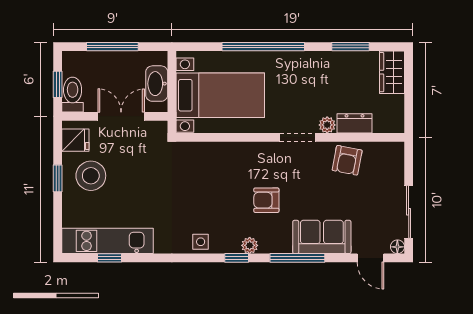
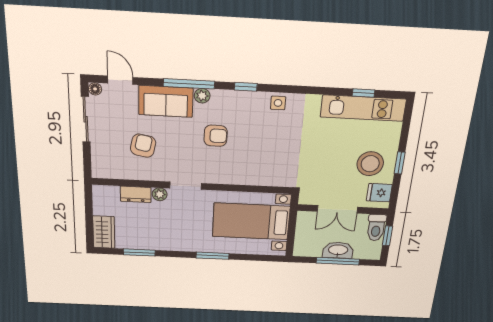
window: (263, 47) -> (212, 256), width x0.47
washbasin: (157, 84) -> (338, 250), moved, turned -90
armchair: (347, 160) -> (143, 146), moved
plant: (250, 245) -> (202, 96), moved

